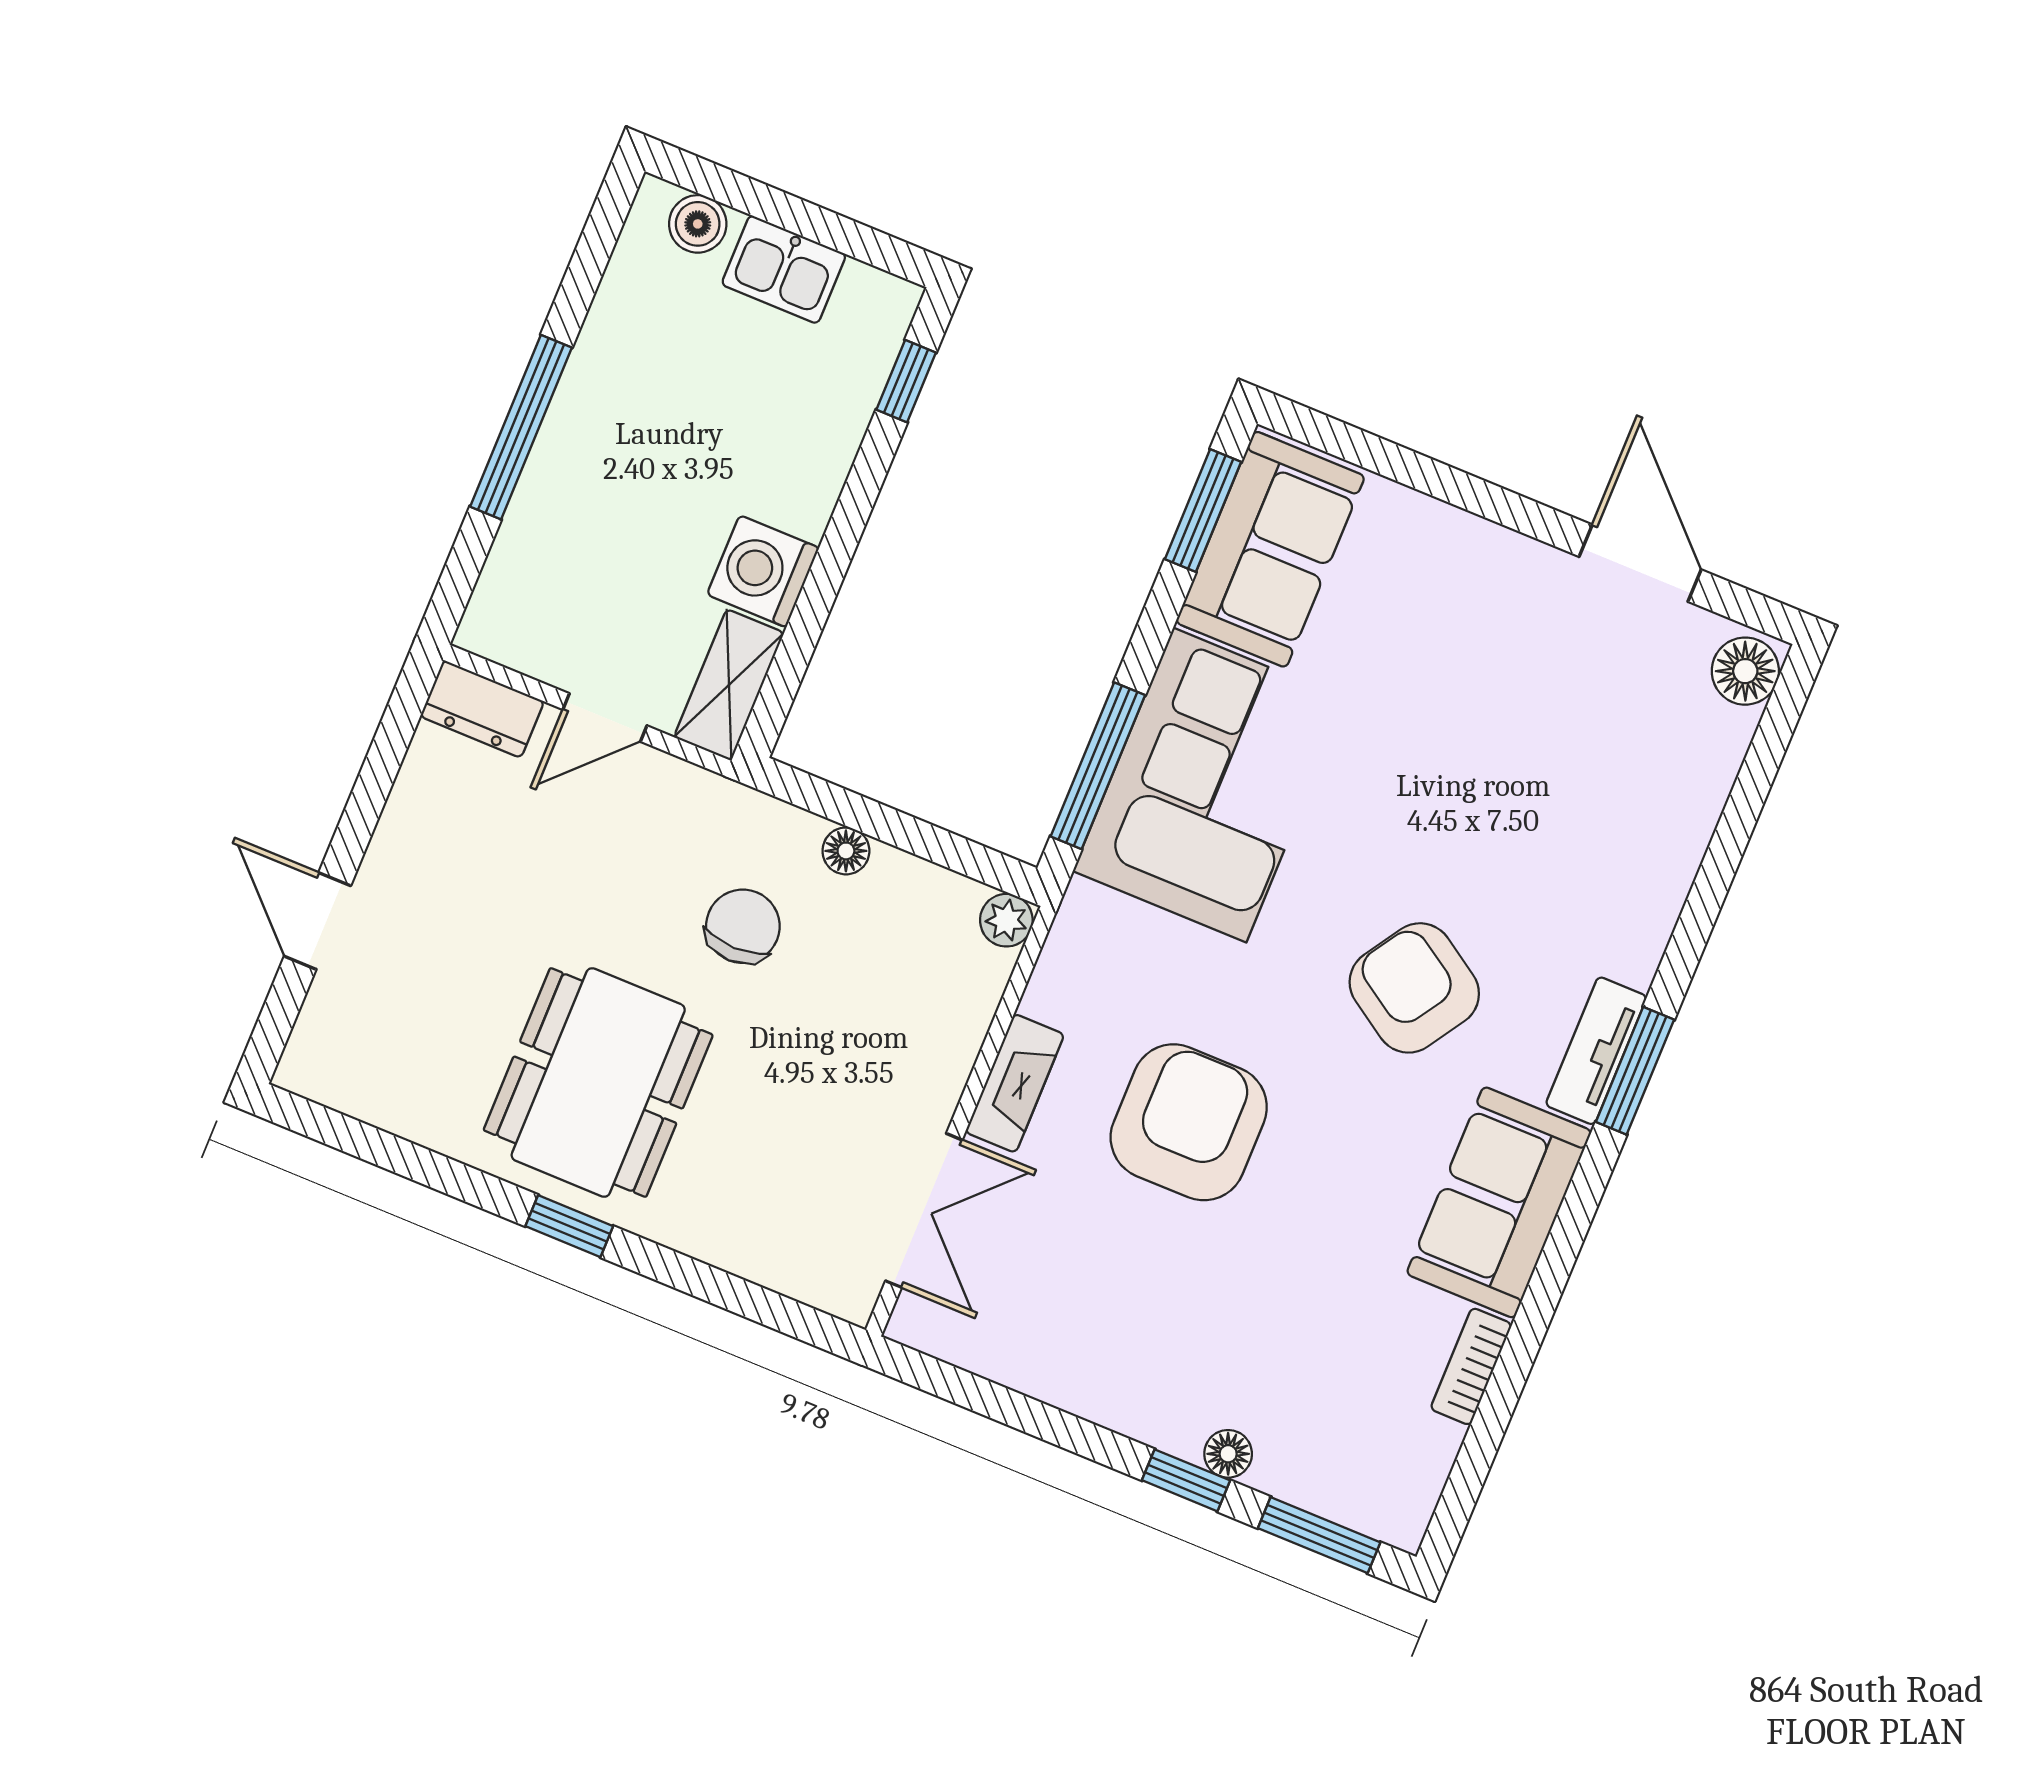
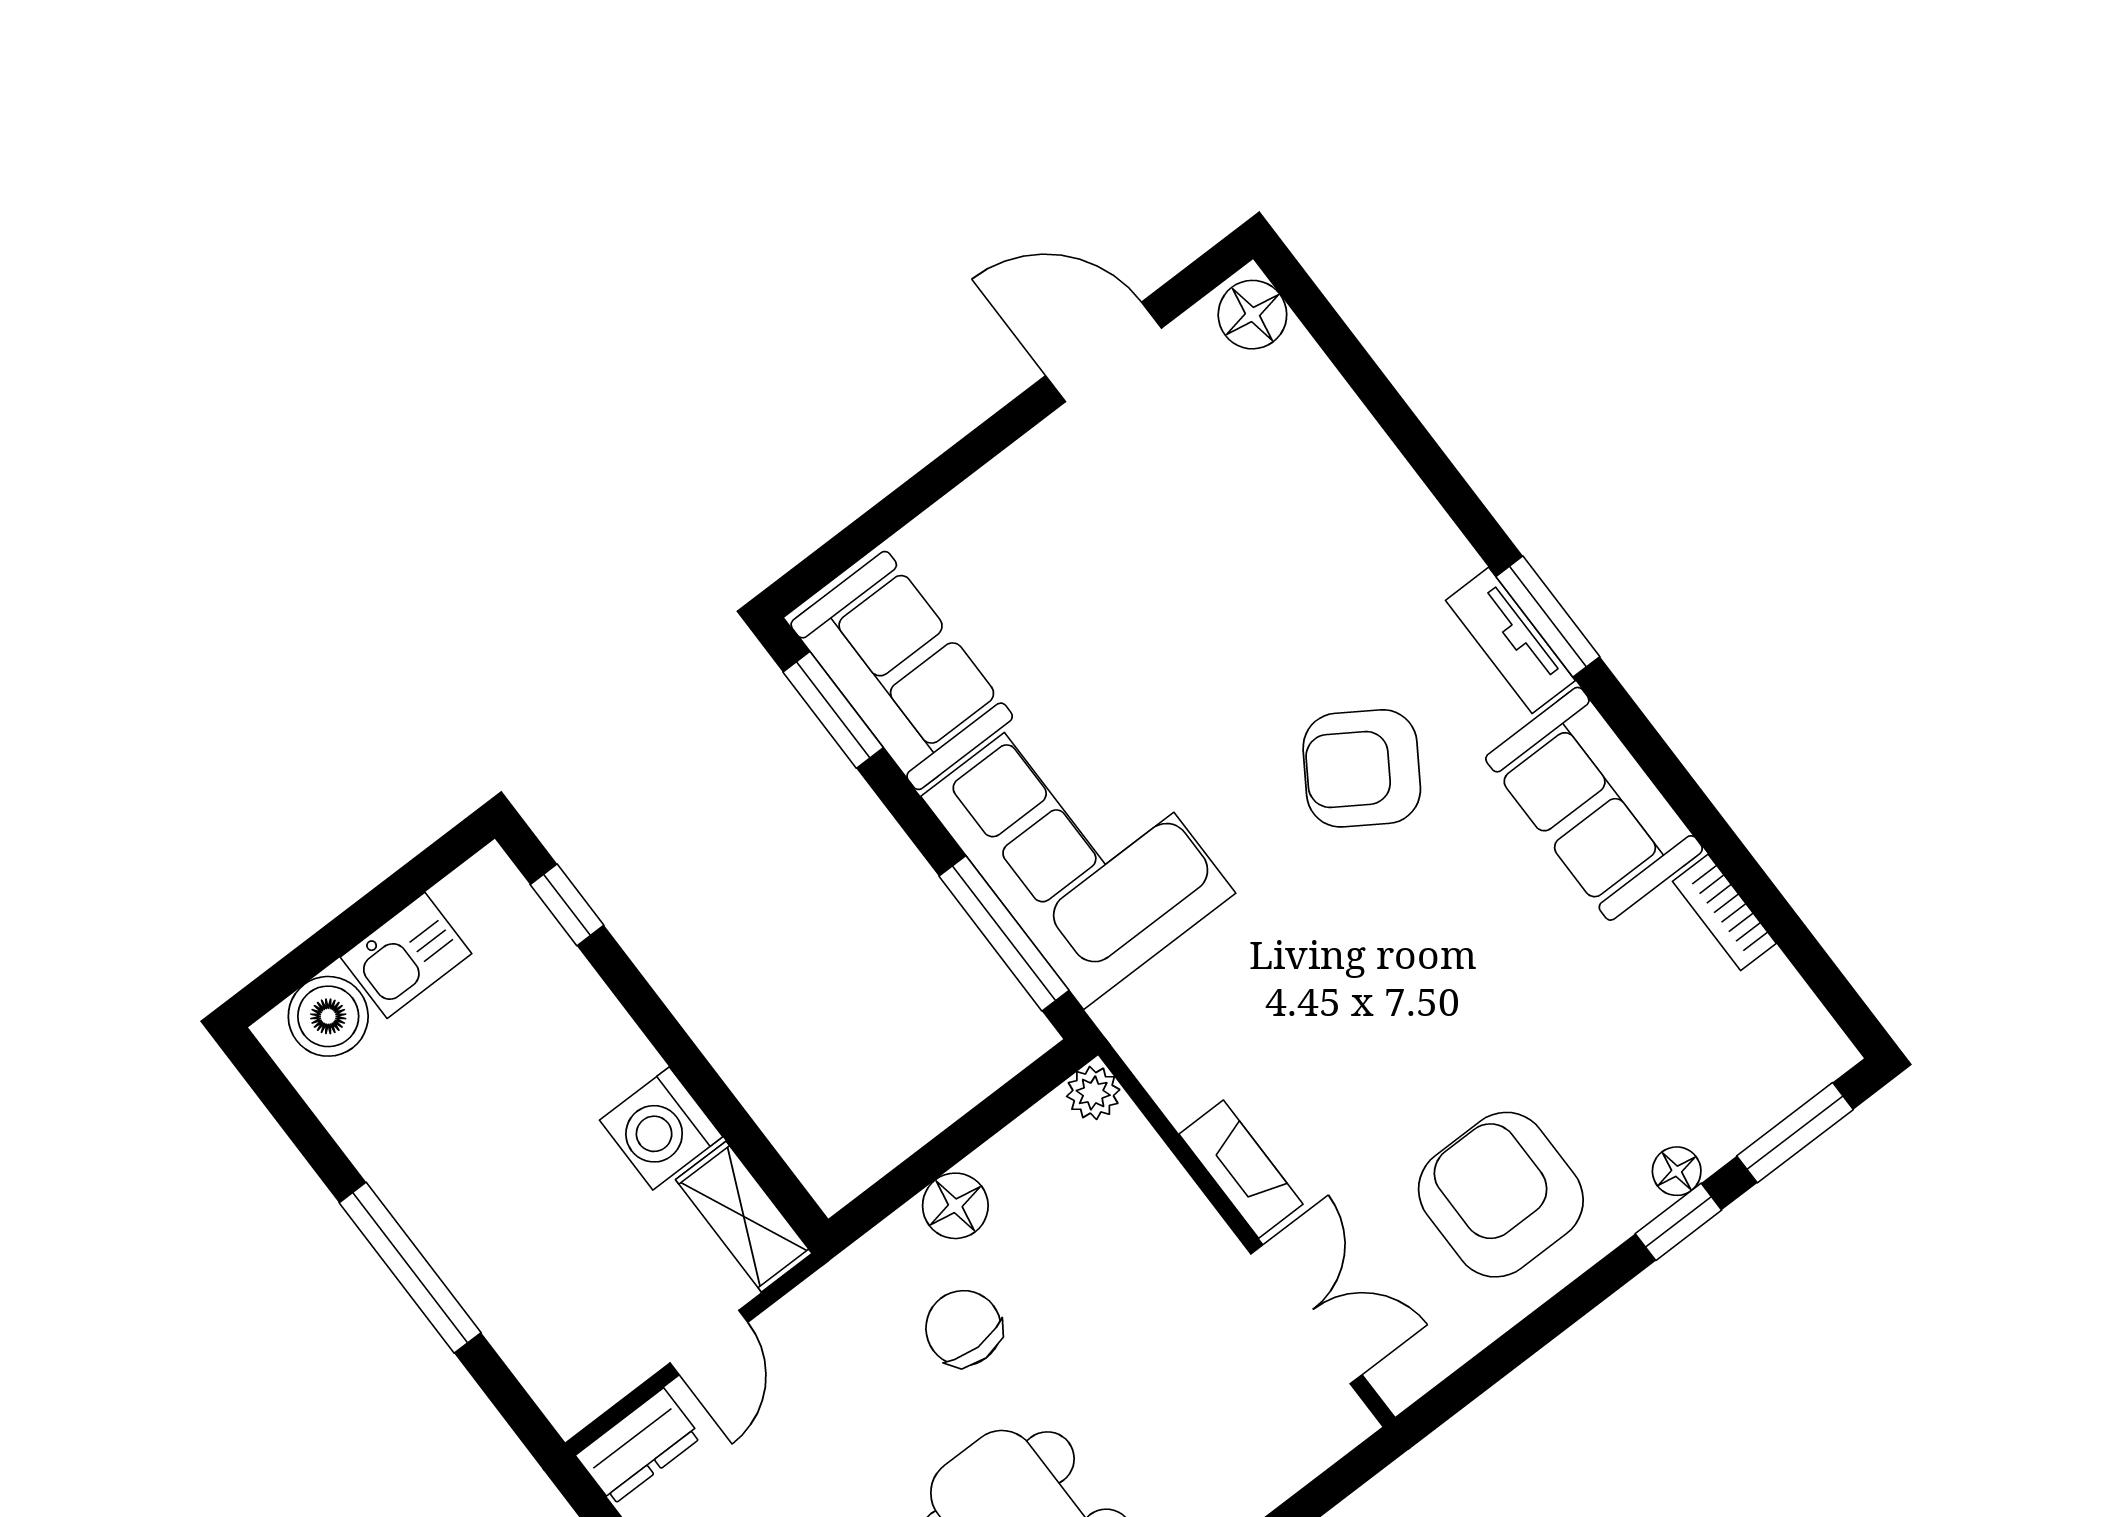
boiler: (698, 224) -> (328, 1016), width x1.36, depth x1.36
floor lamp: (846, 851) -> (955, 1206), width x1.37, depth x1.37
armchair: (1189, 1122) -> (1501, 1195), moved

